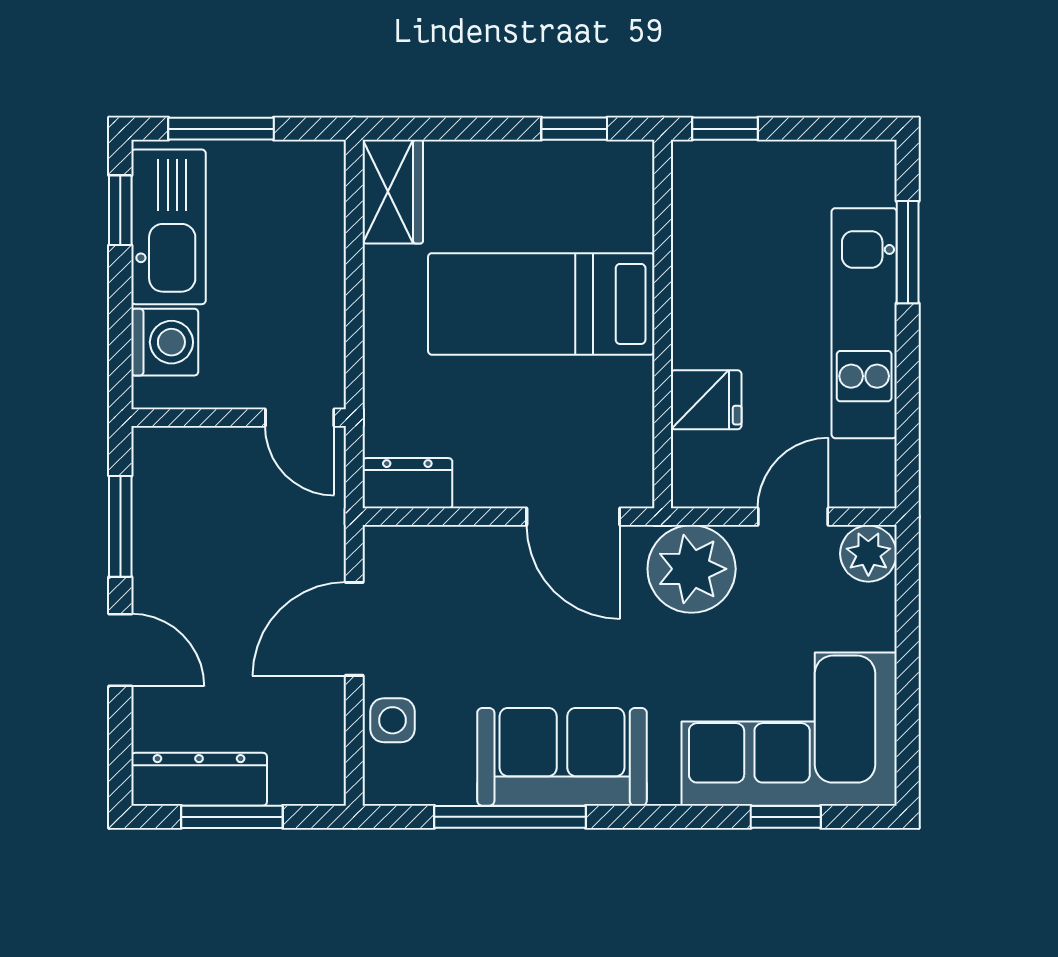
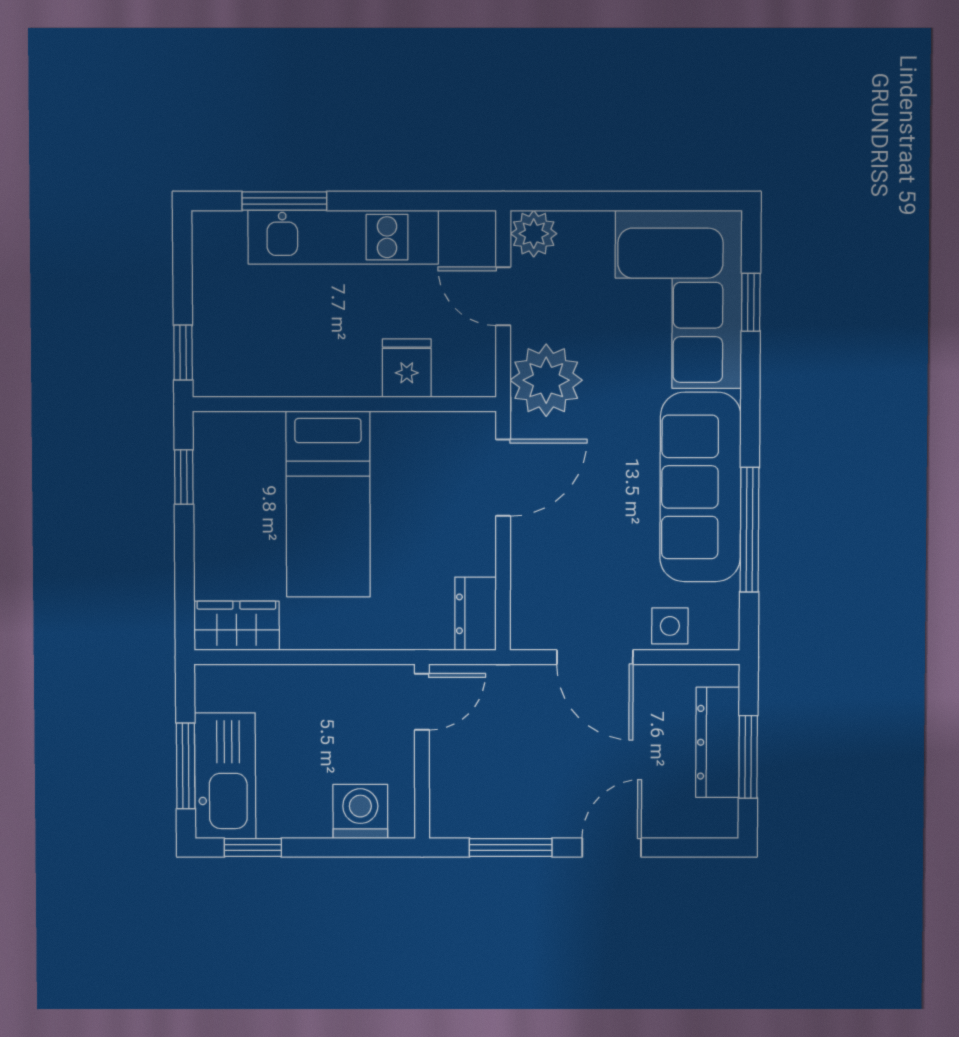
kitchen sink: (168, 227) -> (225, 776), moved, turned 90
sofa: (562, 757) -> (700, 487), width x1.36
dresser: (199, 779) -> (718, 742), moved

